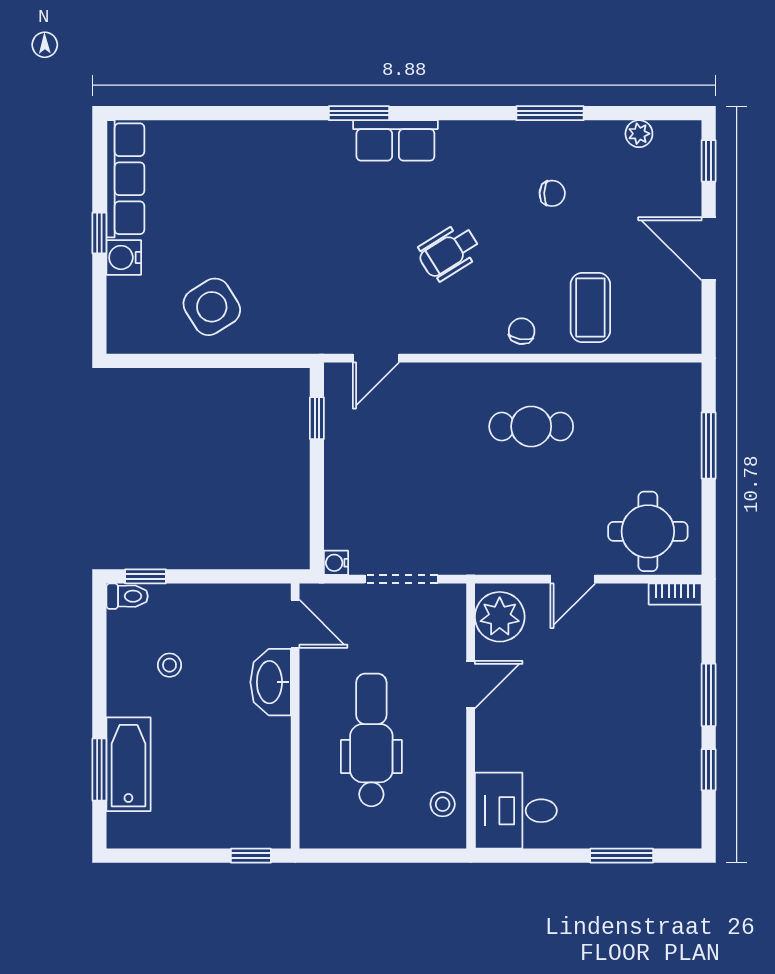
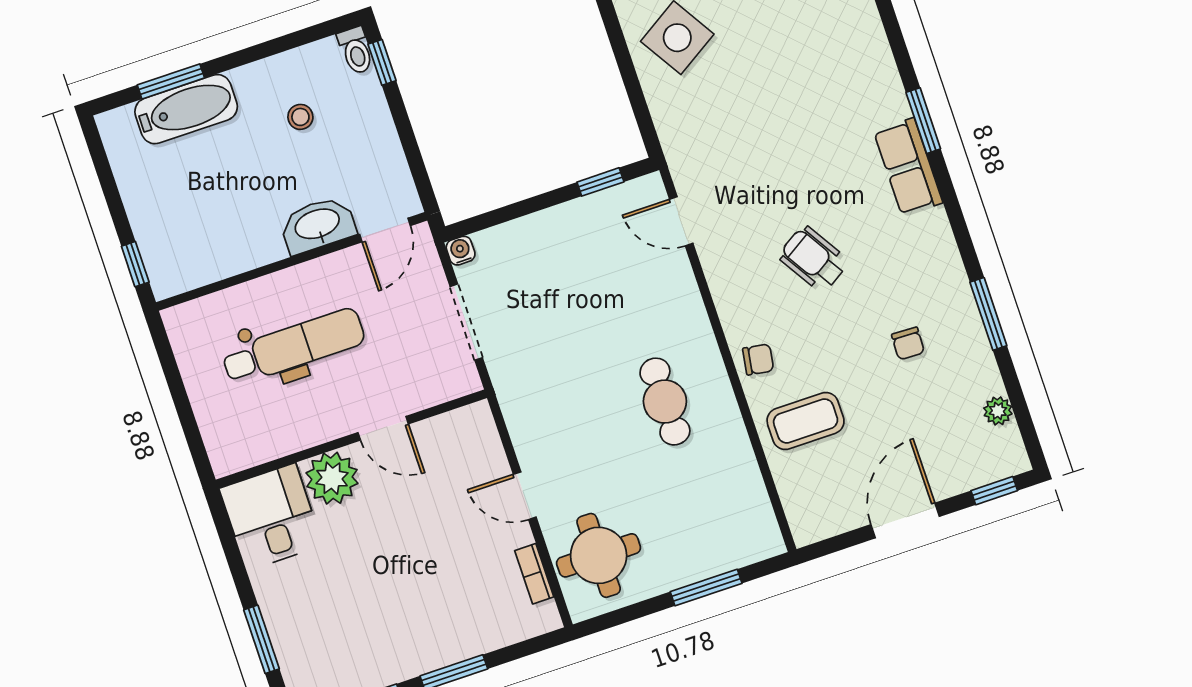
bookcase: (675, 594) -> (534, 574), moved
plant: (500, 617) -> (332, 478), moved
stool: (443, 804) -> (253, 441), removed

